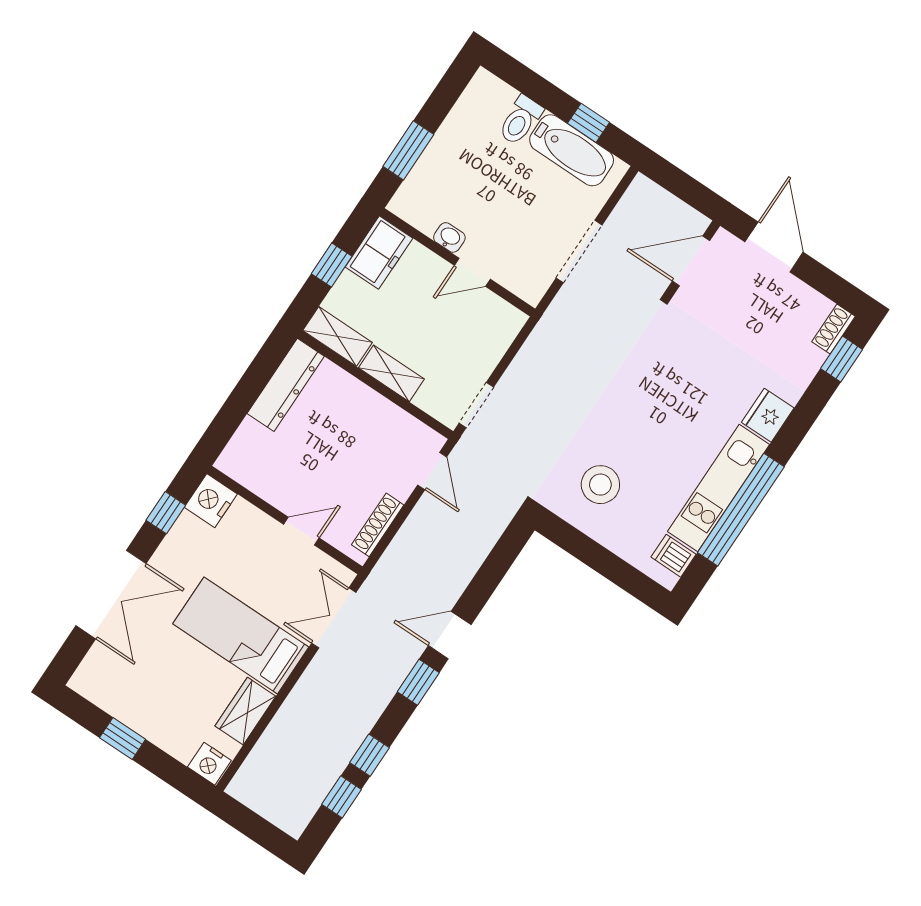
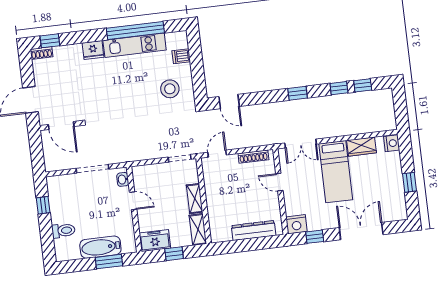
bathtub: (572, 150) -> (100, 247), moved, turned -90
washbasin: (449, 237) -> (123, 179), moved
dresser: (286, 385) -> (254, 230), moved
dishwasher: (673, 556) -> (181, 56), moved, turned 90
door: (450, 635) -> (229, 101), moved

